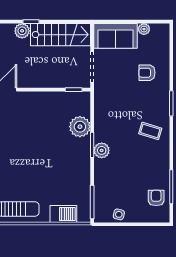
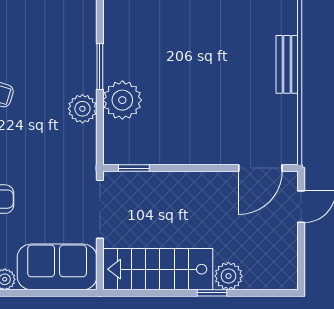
plant: (102, 150) -> (82, 109), moved

